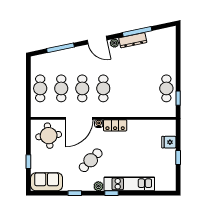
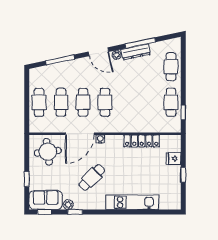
cafe table: (166, 54) -> (171, 67), added
locker: (115, 125) -> (142, 141), moved, width x1.53
plant: (98, 186) -> (68, 205), moved
window: (111, 193) -> (45, 212), moved

